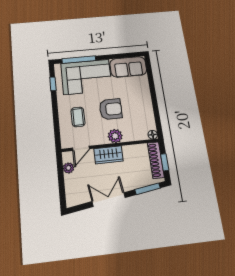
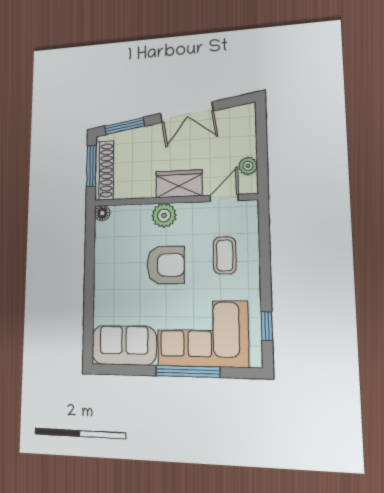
window: (79, 60) -> (188, 371), moved
armchair: (111, 109) -> (166, 265), turned 180
window: (165, 162) -> (91, 166), width x1.50

